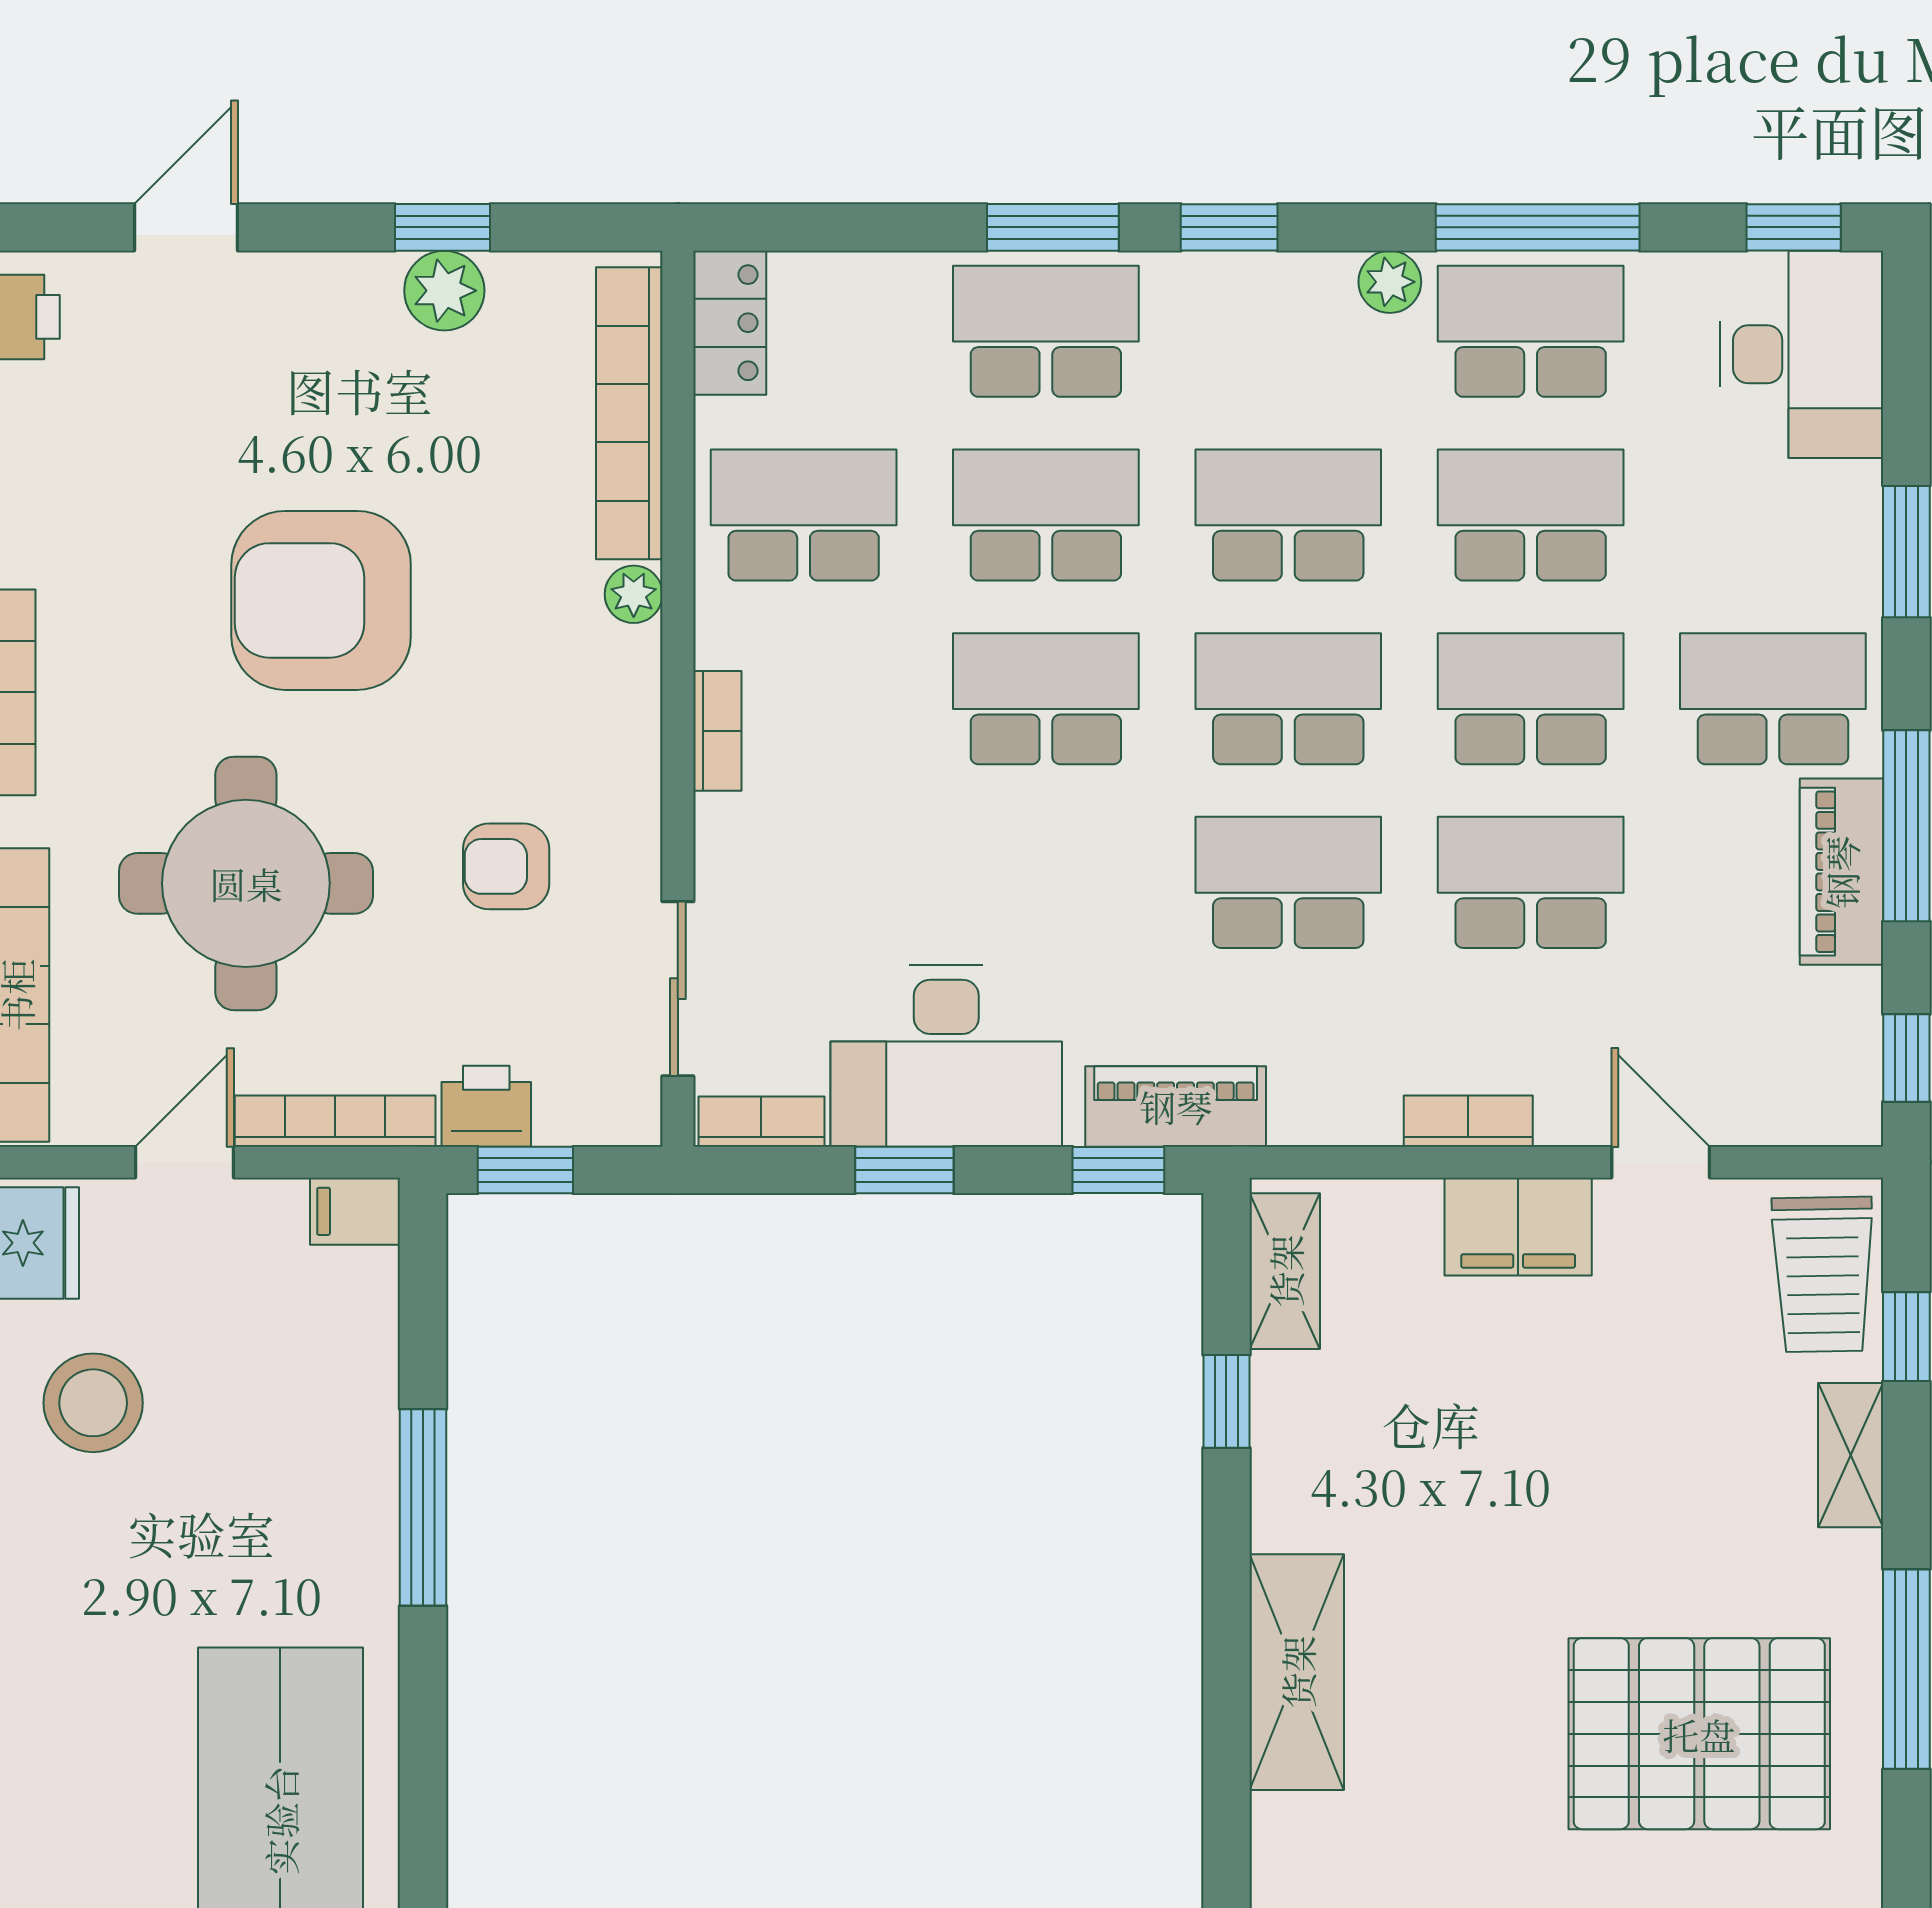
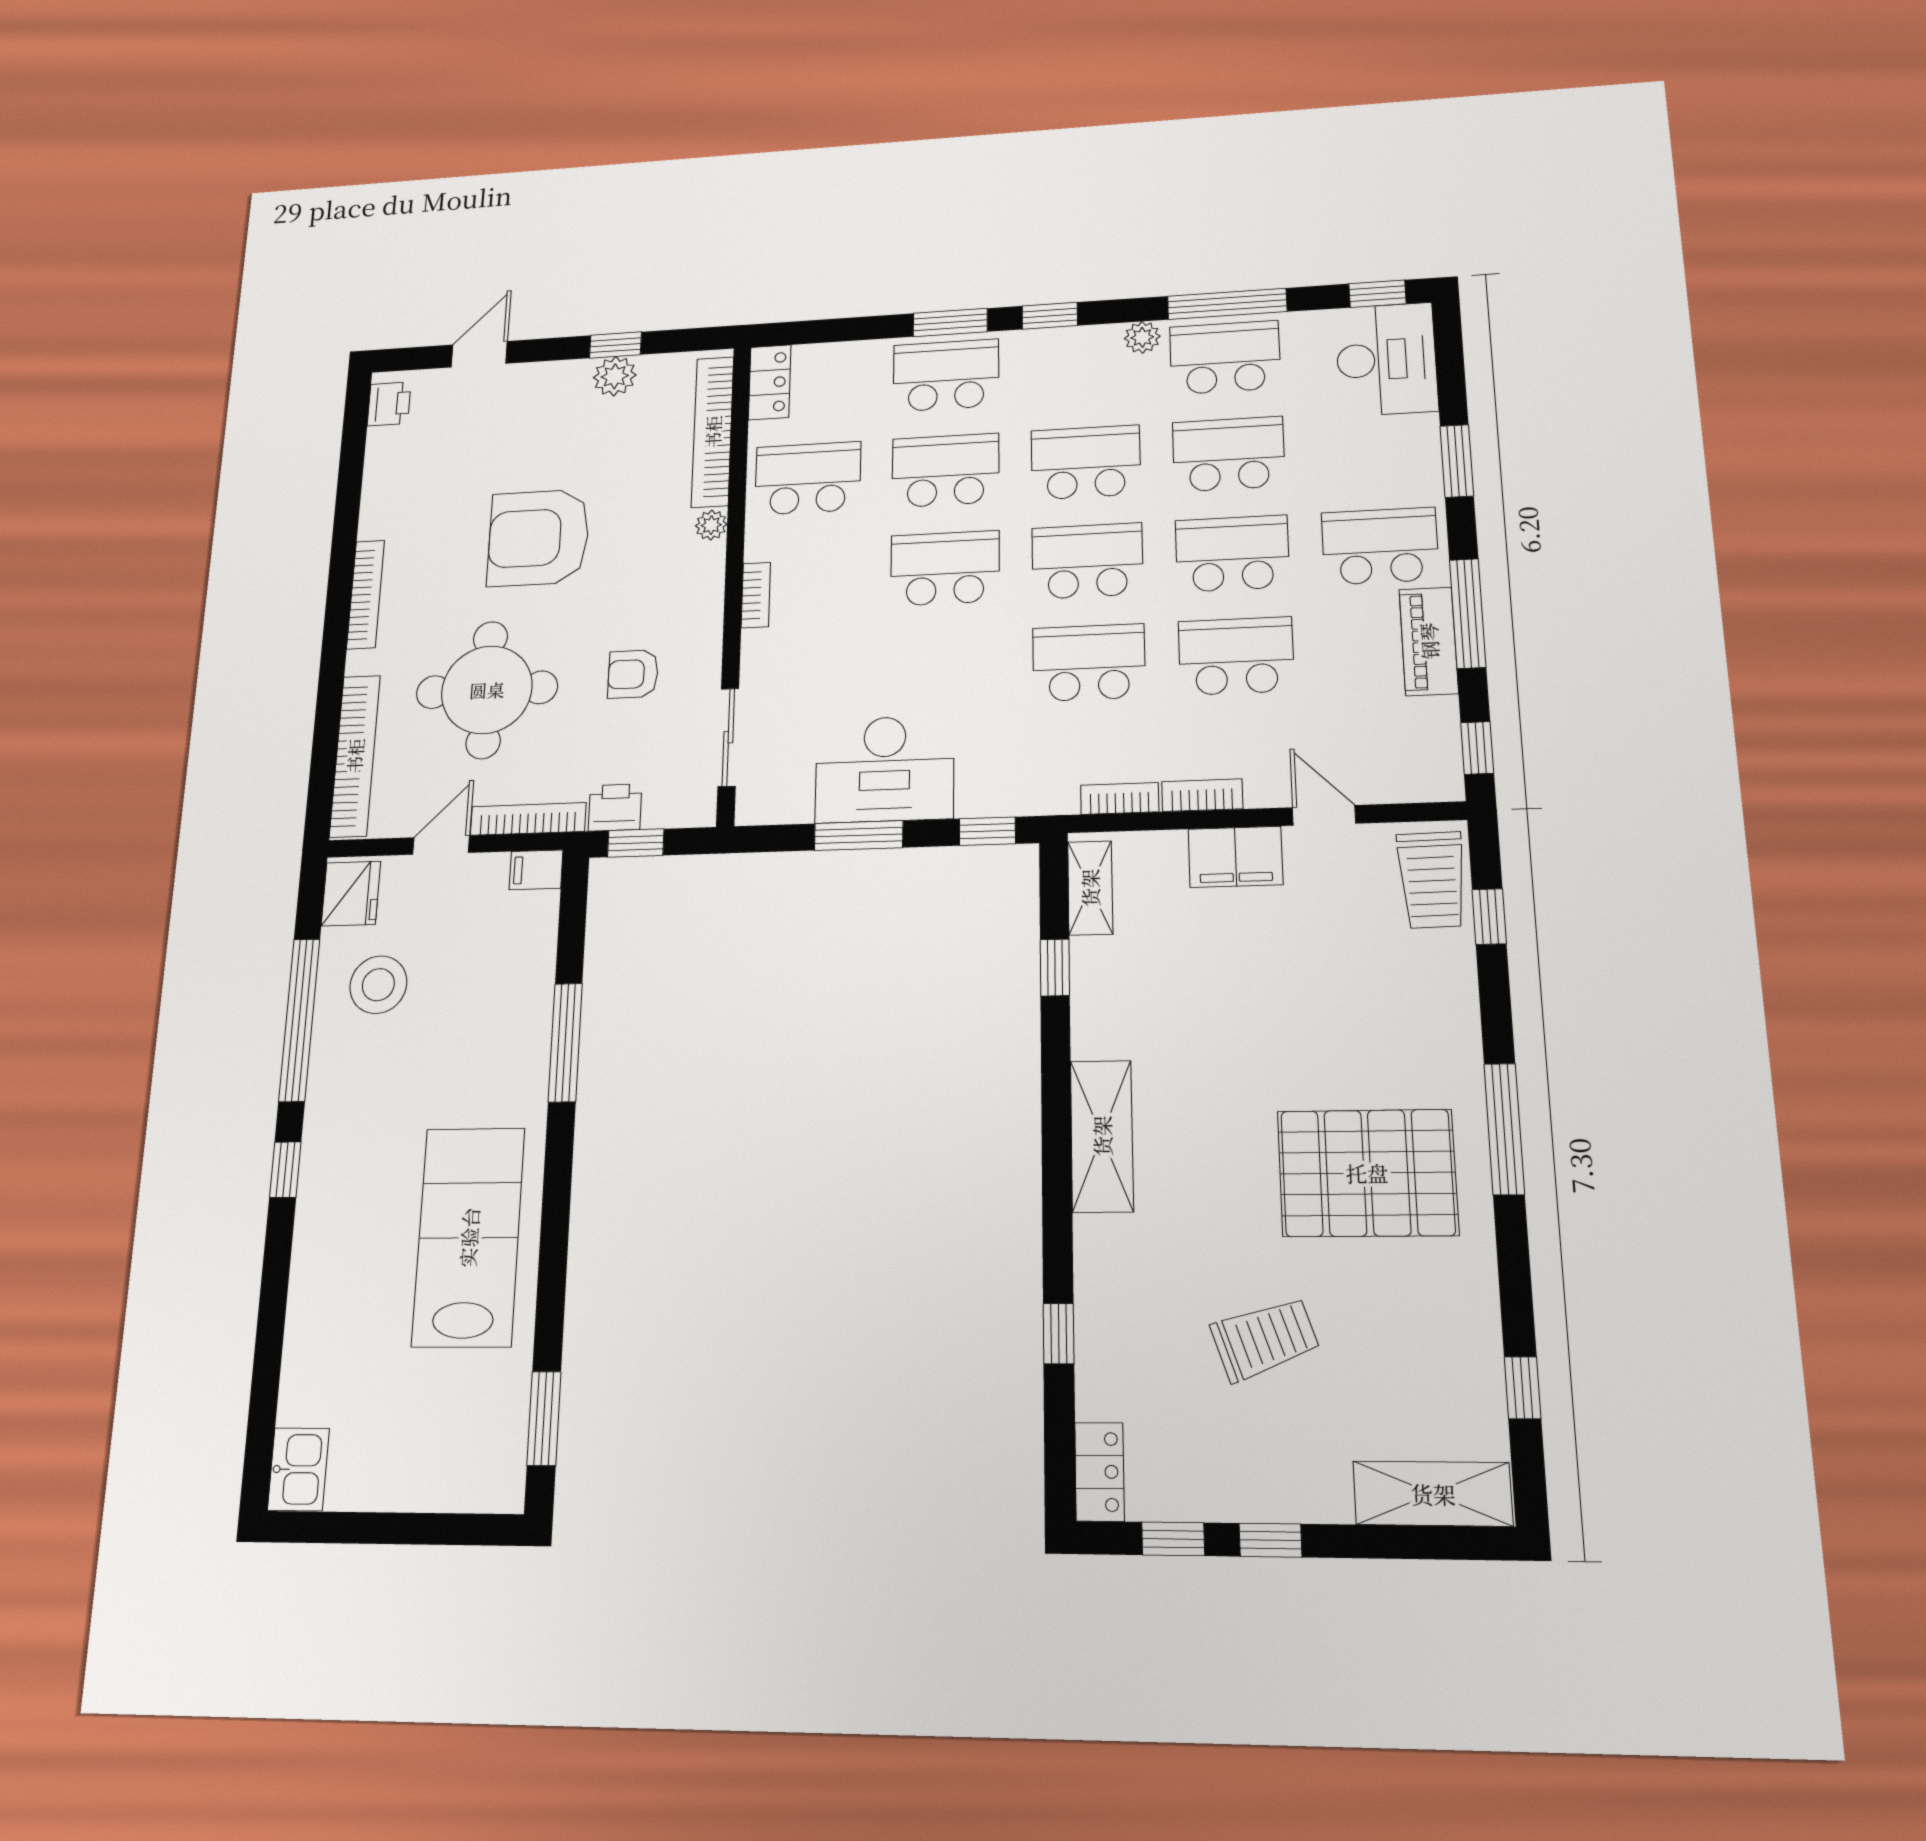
piano: (1176, 1106) -> (1022, 793), removed
bookcase: (761, 1122) -> (1120, 798), moved
window: (904, 1170) -> (859, 836), width x1.50
shelving: (1851, 1455) -> (1457, 992), removed

